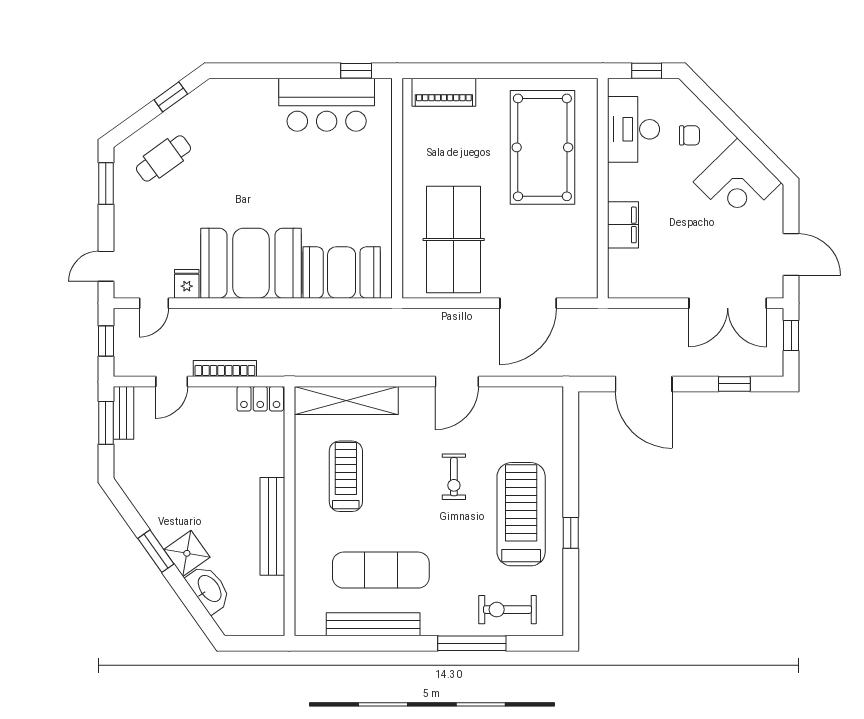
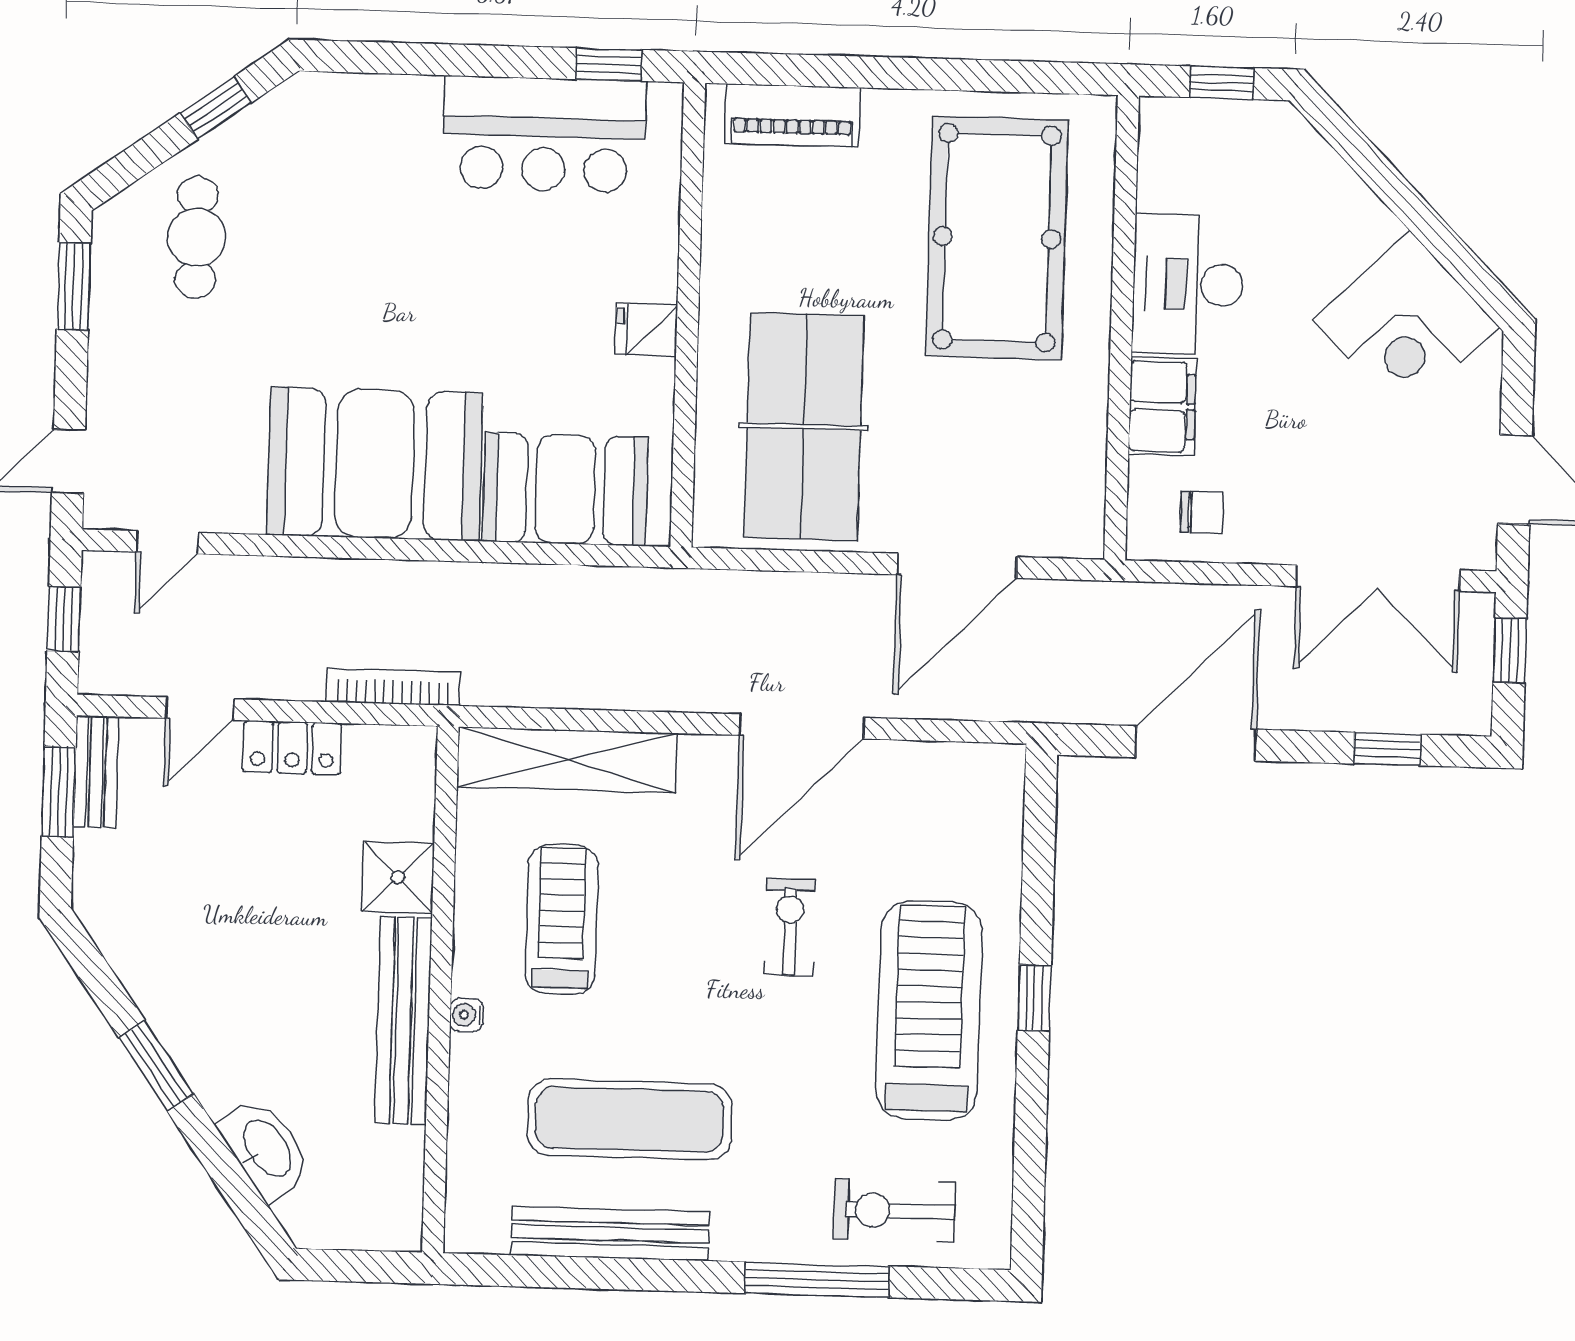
desk: (633, 129) -> (1188, 284), moved
chair: (689, 135) -> (1202, 512), moved
cafe table: (163, 158) -> (197, 237), turned -54
fridge: (187, 284) -> (646, 330), moved, turned -90
bookcase: (225, 369) -> (393, 687), moved
door: (457, 382) -> (802, 726), width x1.36
door: (644, 384) -> (1196, 743), swing flipped
locker: (260, 399) -> (292, 748), moved
exercise bike: (454, 477) -> (790, 927), turned 180
water cooler: (302, 523) -> (467, 1015), added
window: (571, 533) -> (1034, 998), moved
shower: (187, 553) -> (398, 877), moved, turned 35

